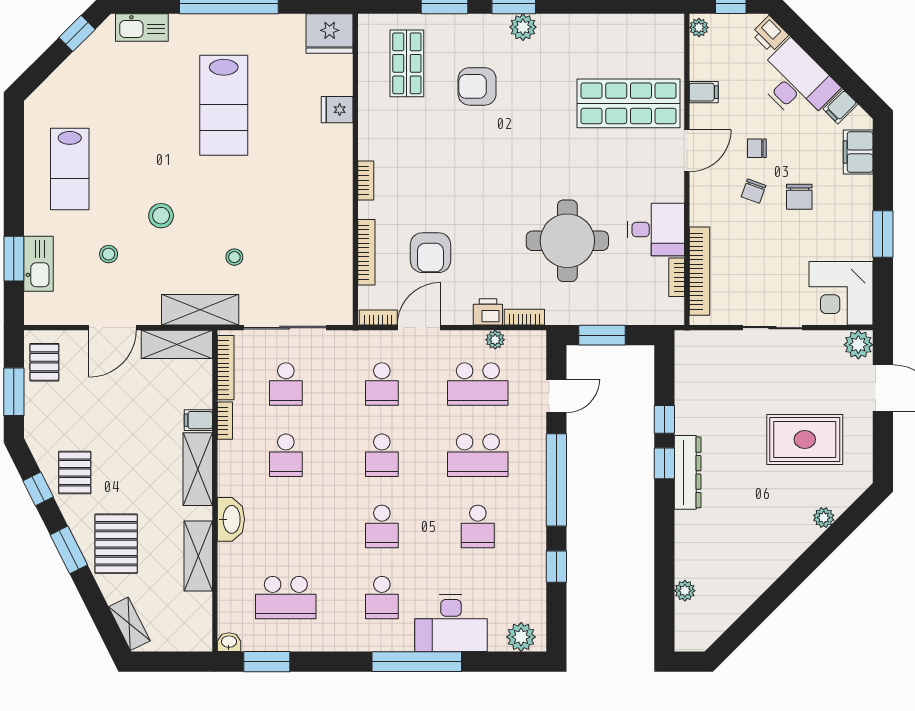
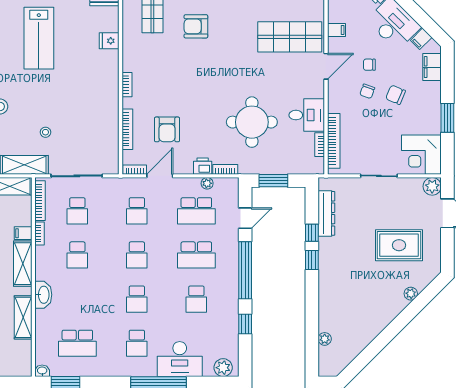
chair: (799, 197) -> (396, 95), turned 113
dresser: (688, 472) -> (326, 213), moved

